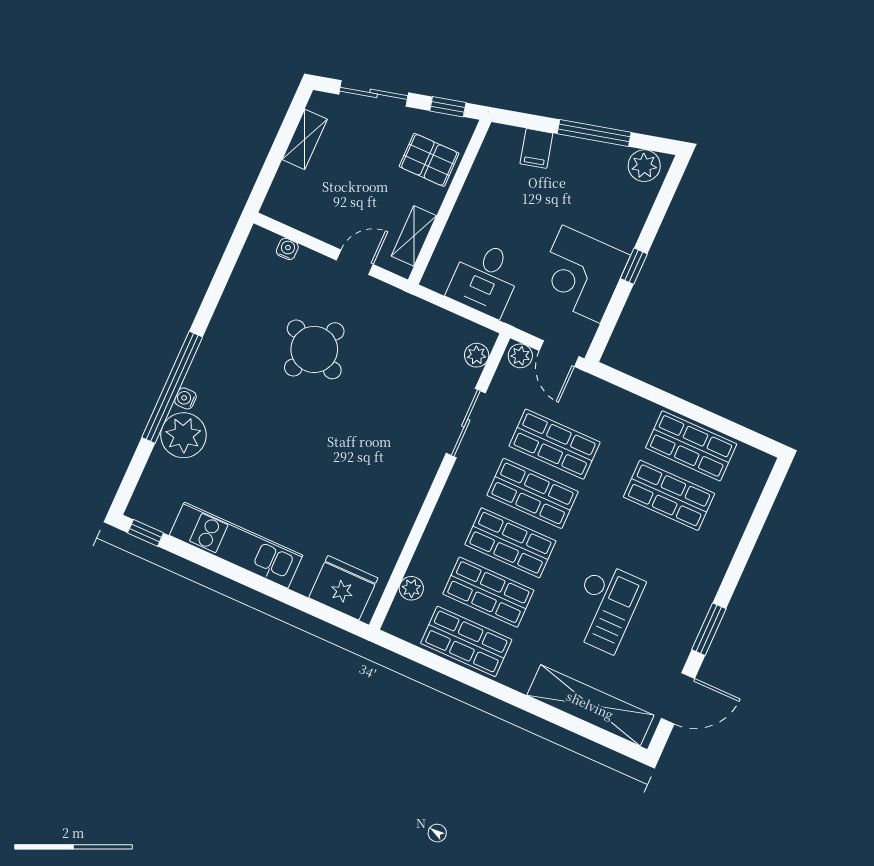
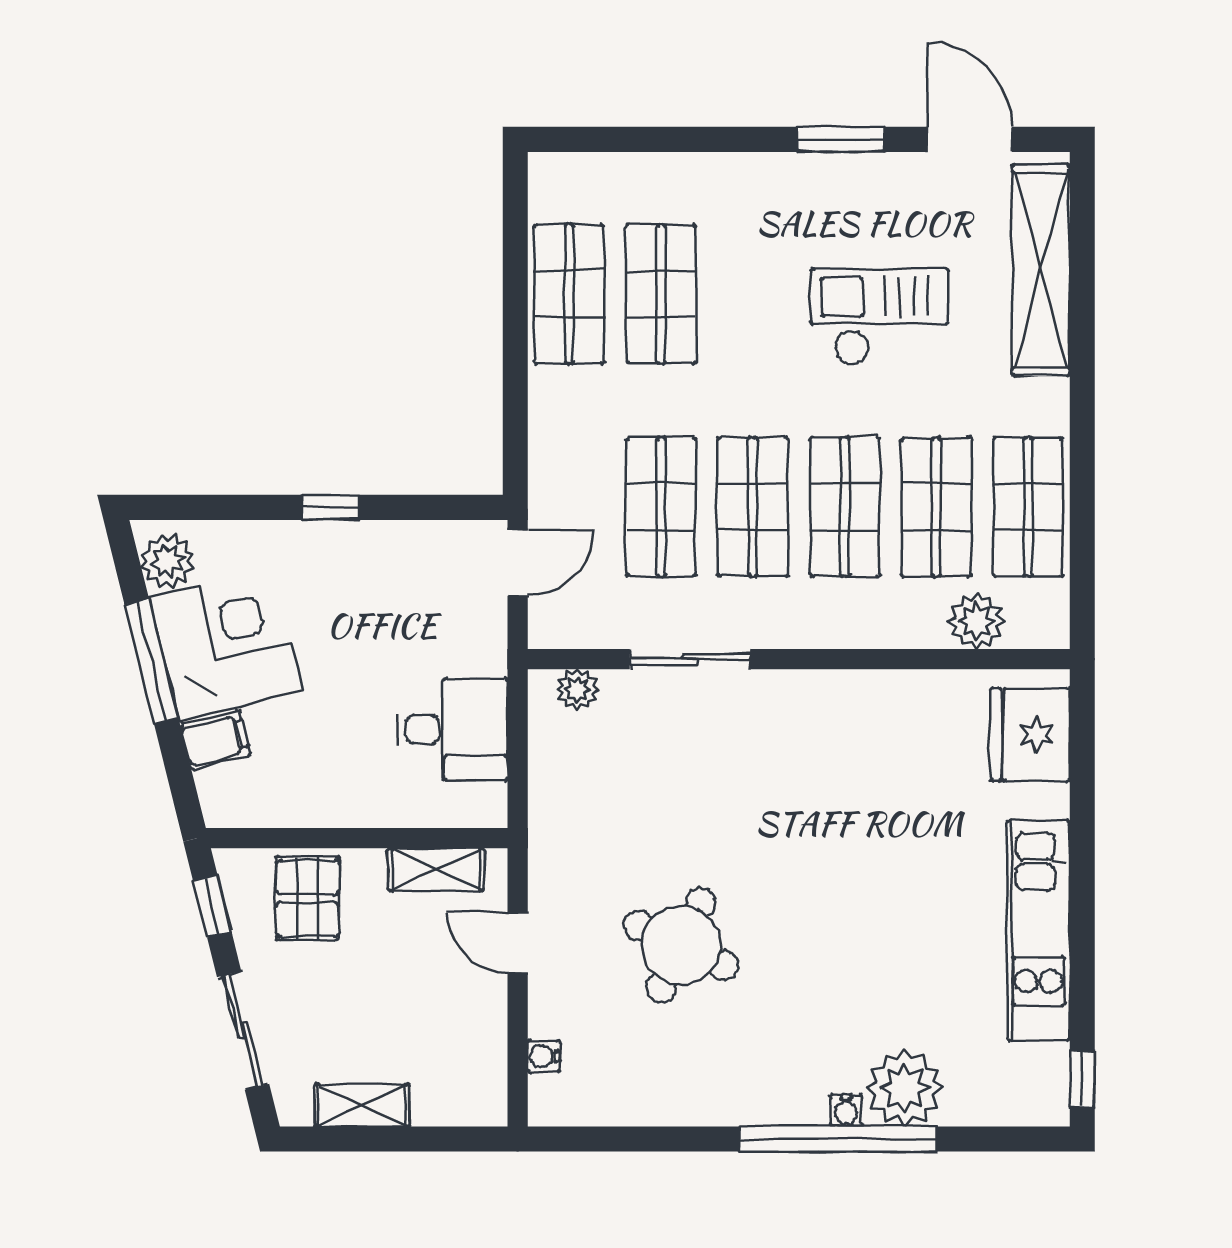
corner desk: (581, 274) -> (226, 644), moved, turned -104
plant: (520, 356) -> (548, 621), removed
plant: (411, 588) -> (976, 621), width x1.38, depth x1.38

